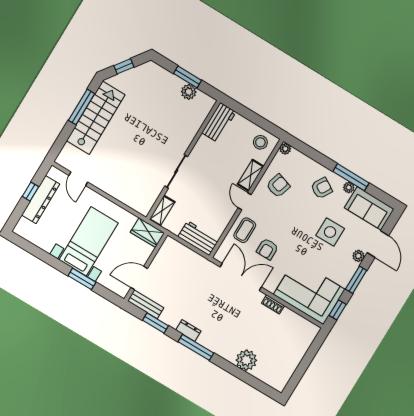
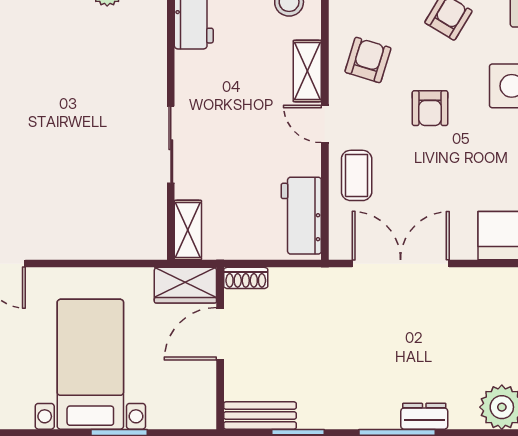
workbench: (198, 238) -> (301, 216), moved, turned -90
armchair: (267, 249) -> (430, 108), moved
door: (139, 278) -> (220, 334), moved
shoe rack: (273, 304) -> (246, 278), moved
dresser: (188, 330) -> (424, 416), moved

